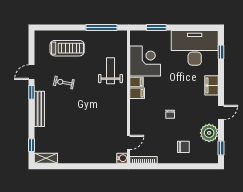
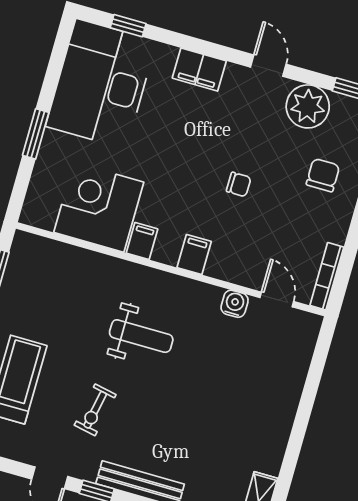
window: (156, 27) -> (36, 134), moved
weight bench: (111, 71) -> (141, 336), moved, turned 180
filing cabinet: (137, 93) -> (194, 255), moved
water cooler: (122, 158) -> (235, 304), moved

